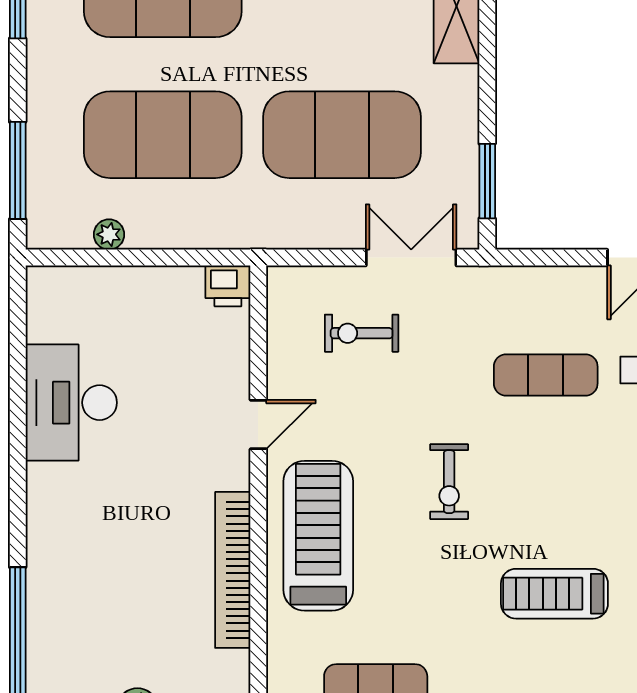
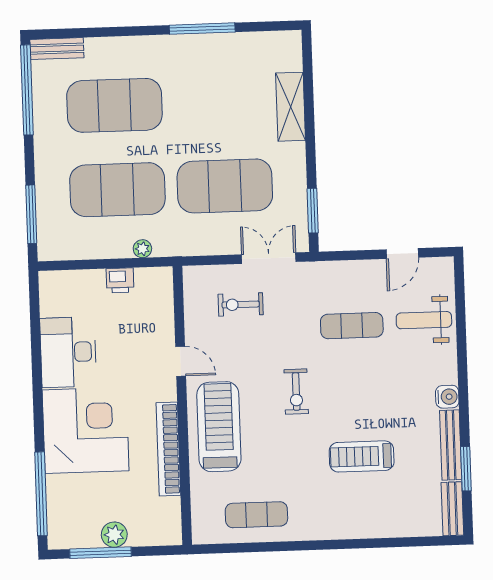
plant: (109, 234) -> (142, 249), moved
printer: (228, 286) -> (120, 280), moved
door: (258, 424) -> (181, 361), hinge flipped
corner desk: (96, 534) -> (86, 430), added

